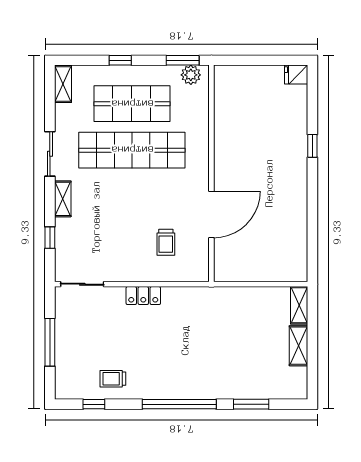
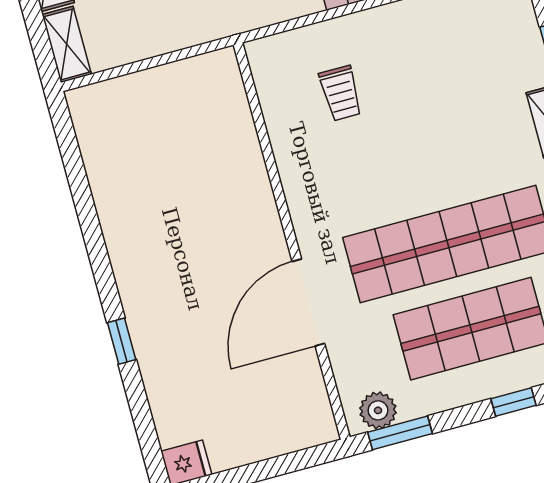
door: (211, 214) -> (308, 303), moved
trolley: (166, 242) -> (341, 93), turned 180

